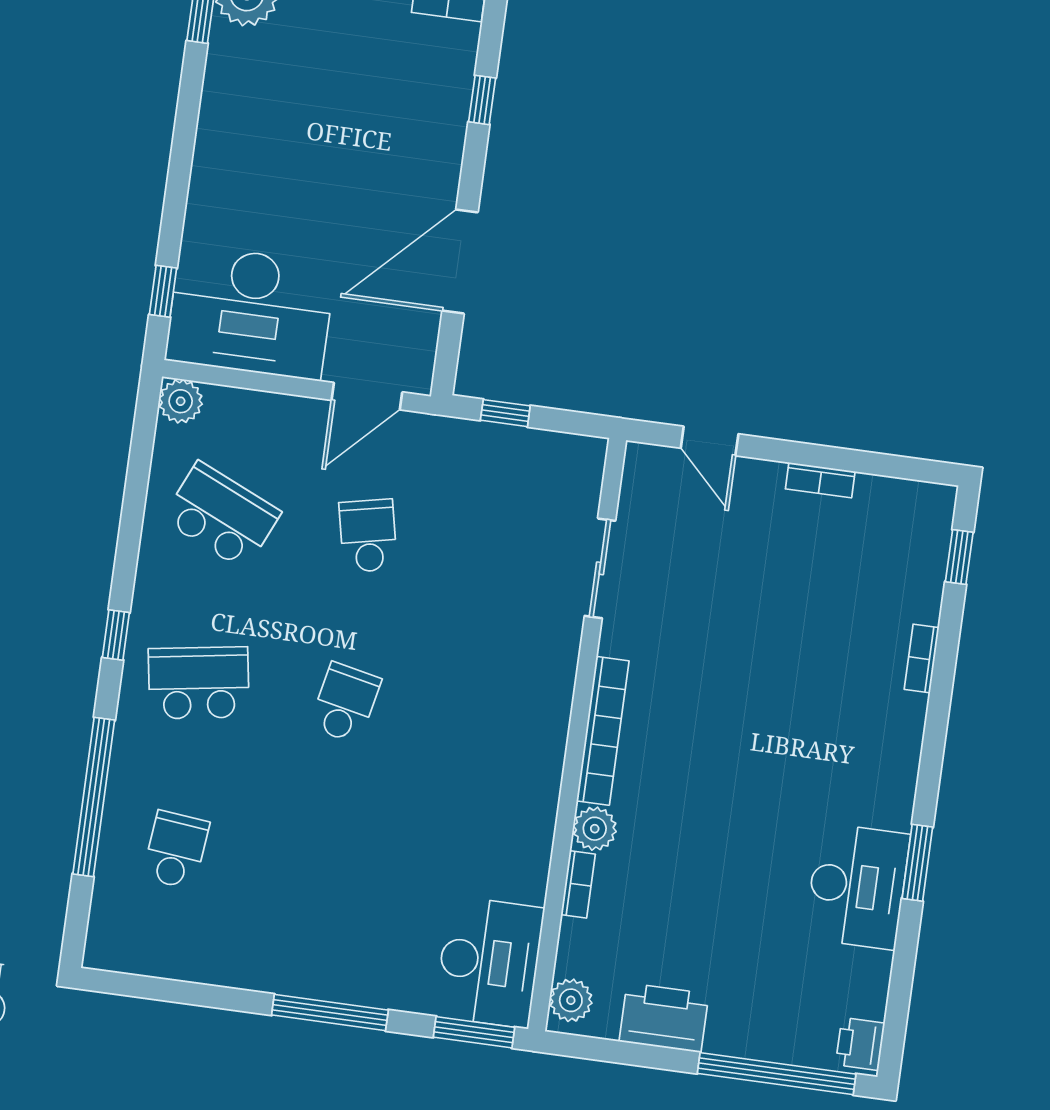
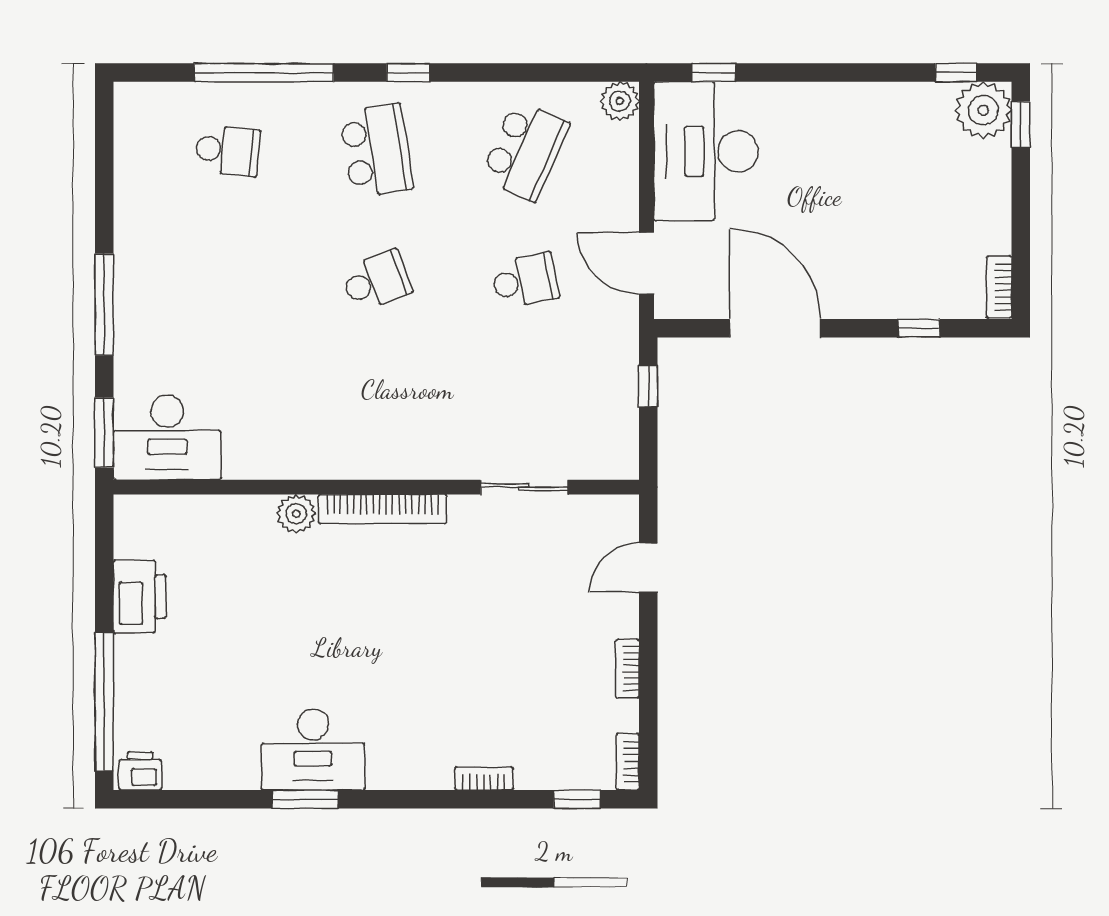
school desk: (345, 703) -> (376, 281), turned -33
bookcase: (578, 884) -> (628, 762), moved, turned 90
desk: (857, 886) -> (313, 750), moved
plant: (571, 1000) -> (144, 513), removed

